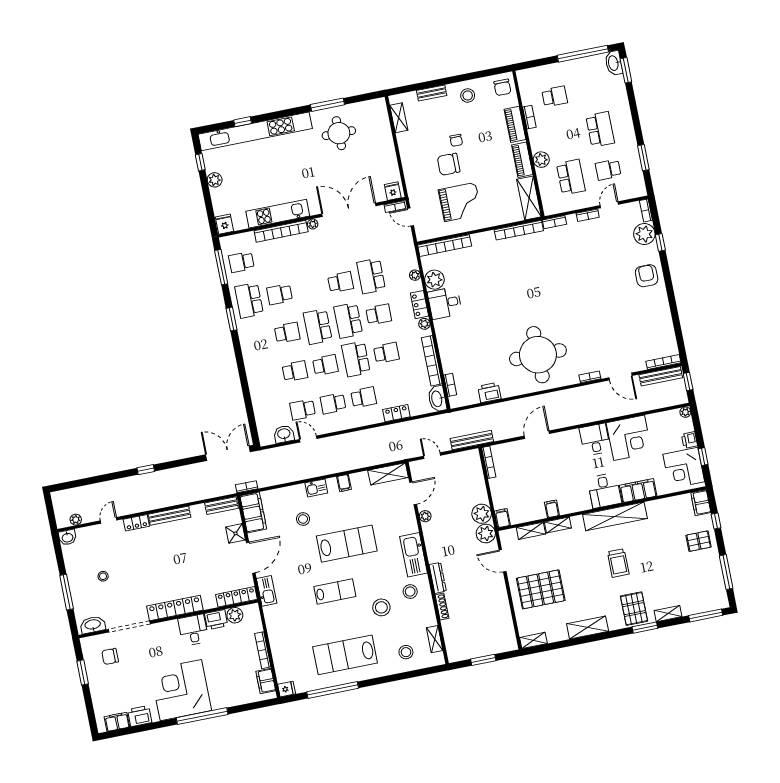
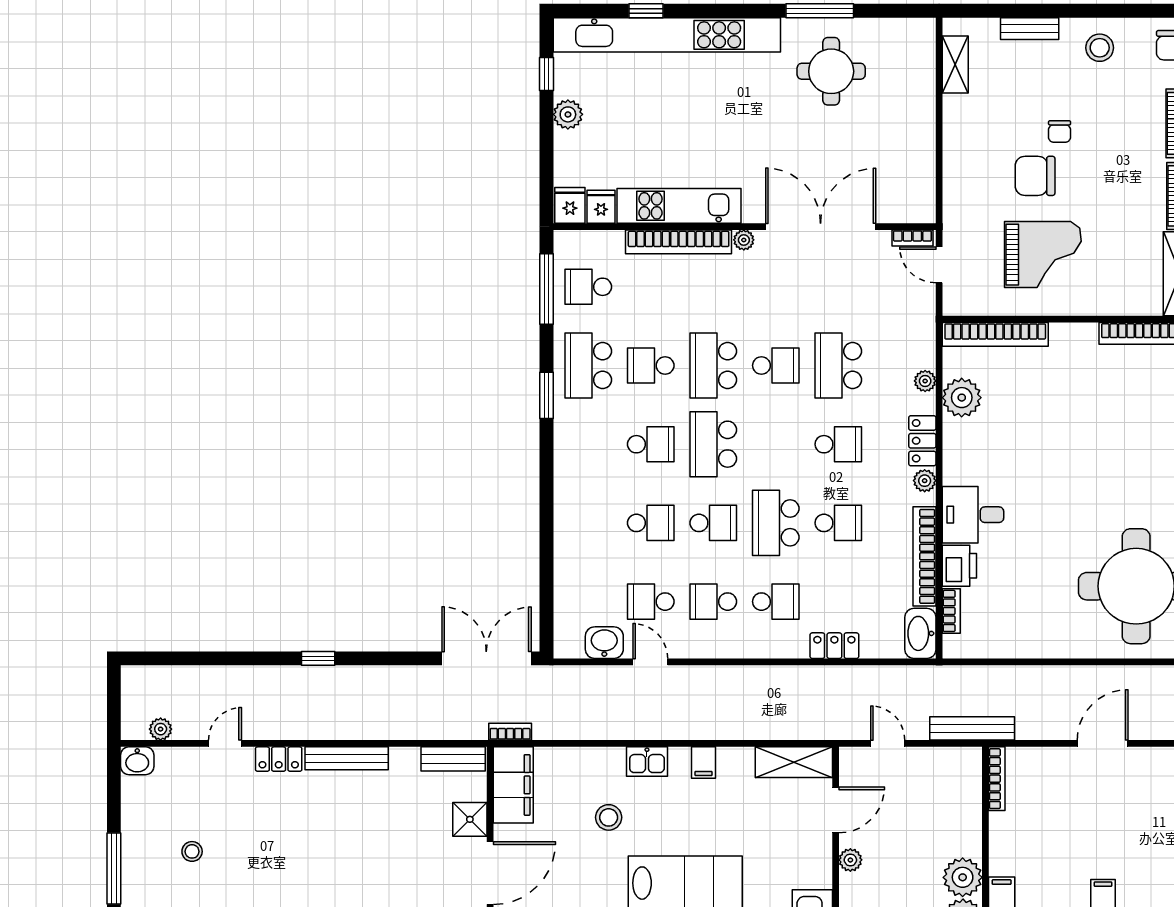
fridge: (393, 191) -> (601, 207), moved
desk: (445, 303) -> (973, 515), moved
school desk: (348, 321) -> (713, 365), moved
printer: (489, 392) -> (959, 566), moved, turned 90

